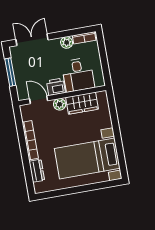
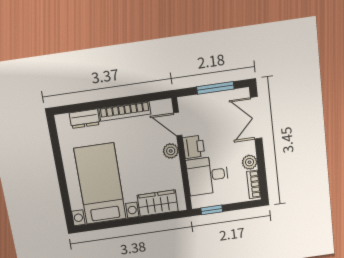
double door: (32, 40) -> (256, 118), swing flipped
window: (106, 70) -> (212, 210), added
door: (39, 100) -> (178, 124), swing flipped
wardrobe: (82, 103) -> (158, 203), moved, turned 90

